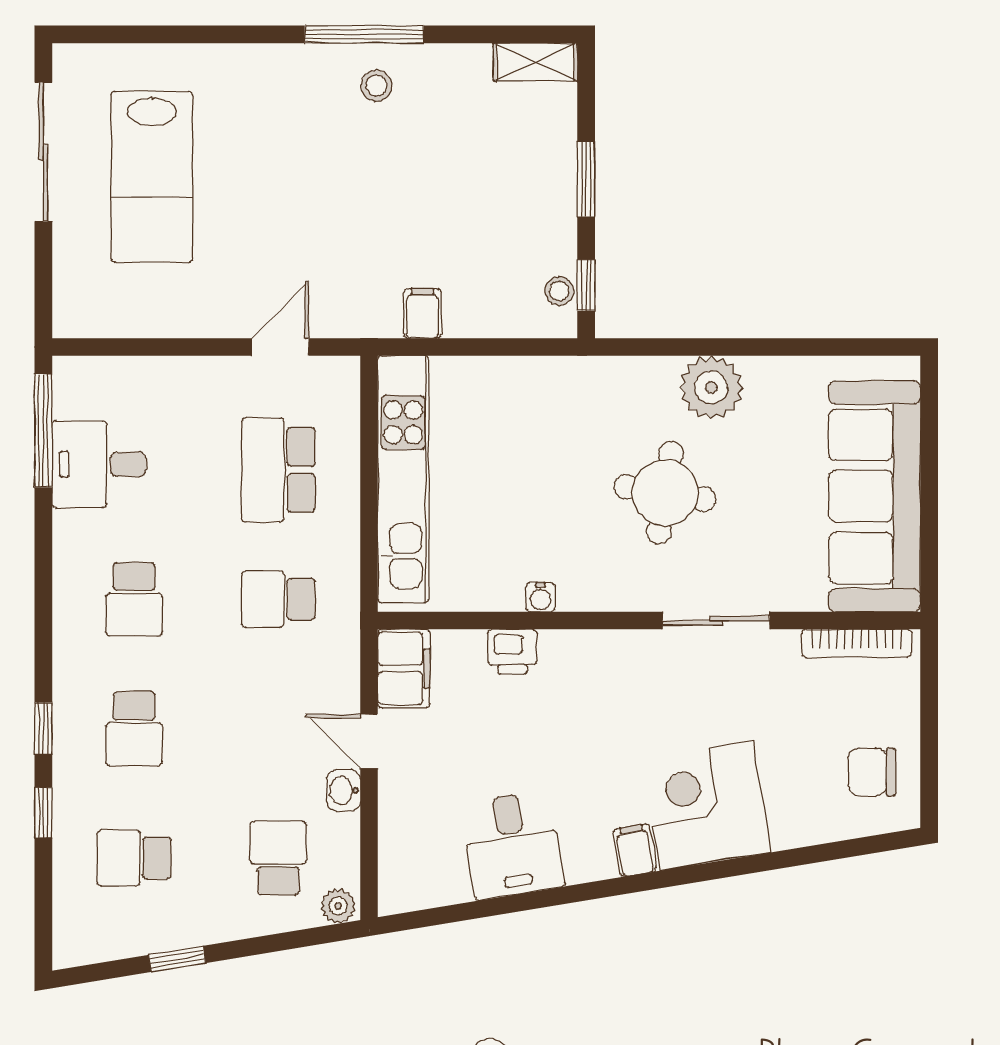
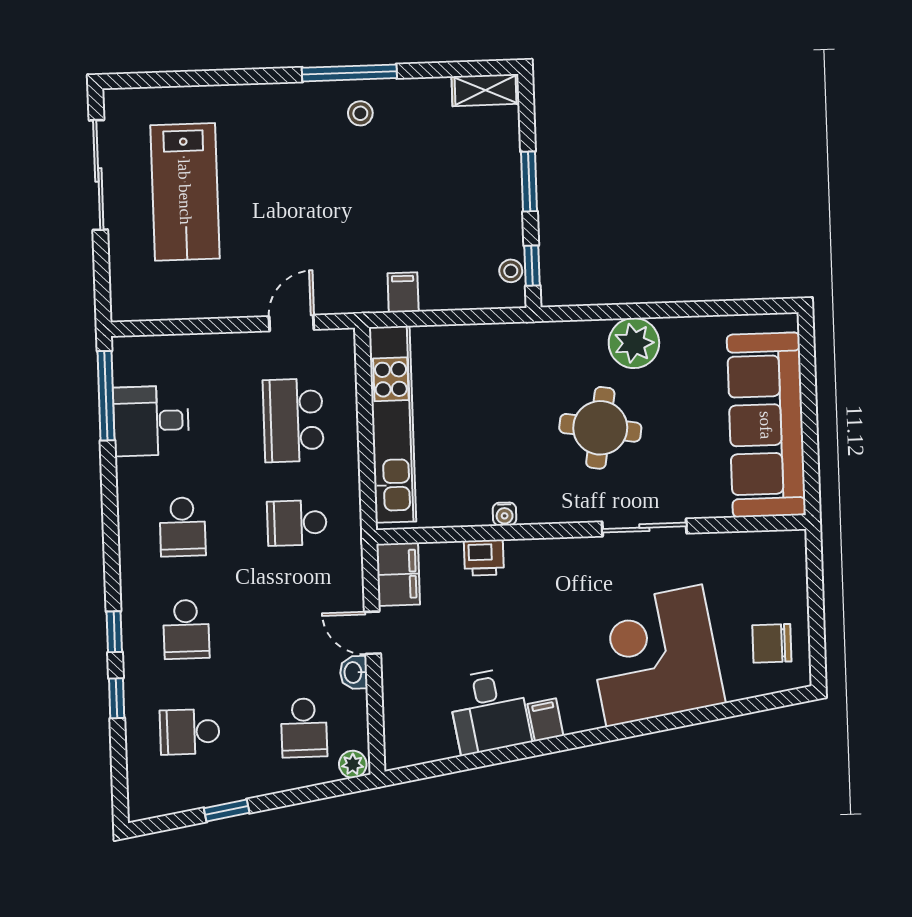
bookcase: (857, 643) -> (756, 542), removed
corner desk: (707, 806) -> (654, 656), width x1.36, depth x1.36
filing cabinet: (635, 850) -> (545, 720), moved
school desk: (278, 858) -> (304, 728), turned 180

